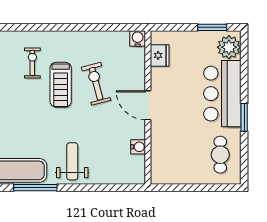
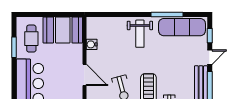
window: (244, 117) -> (14, 47), moved
booth: (177, 166) -> (63, 30), added

